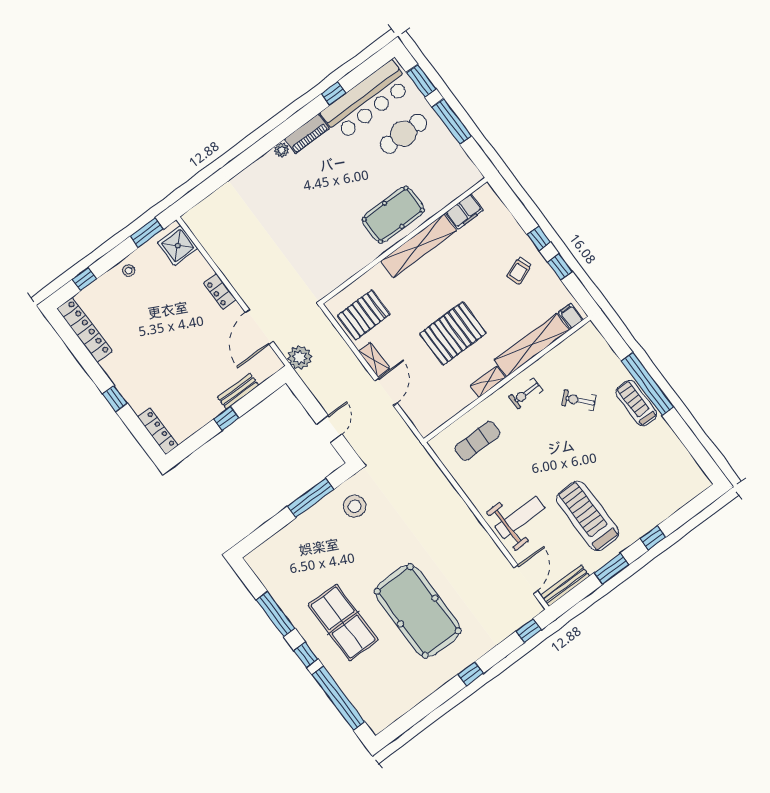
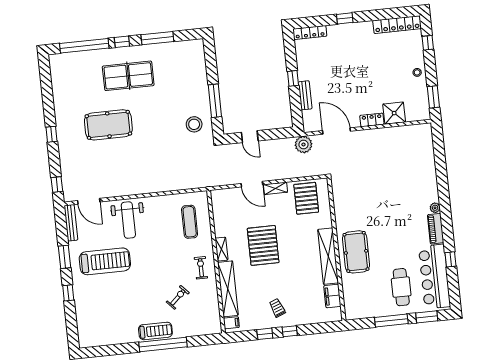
shower: (178, 246) -> (394, 113), moved
pool table: (418, 611) -> (108, 125), width x0.73, depth x0.76

